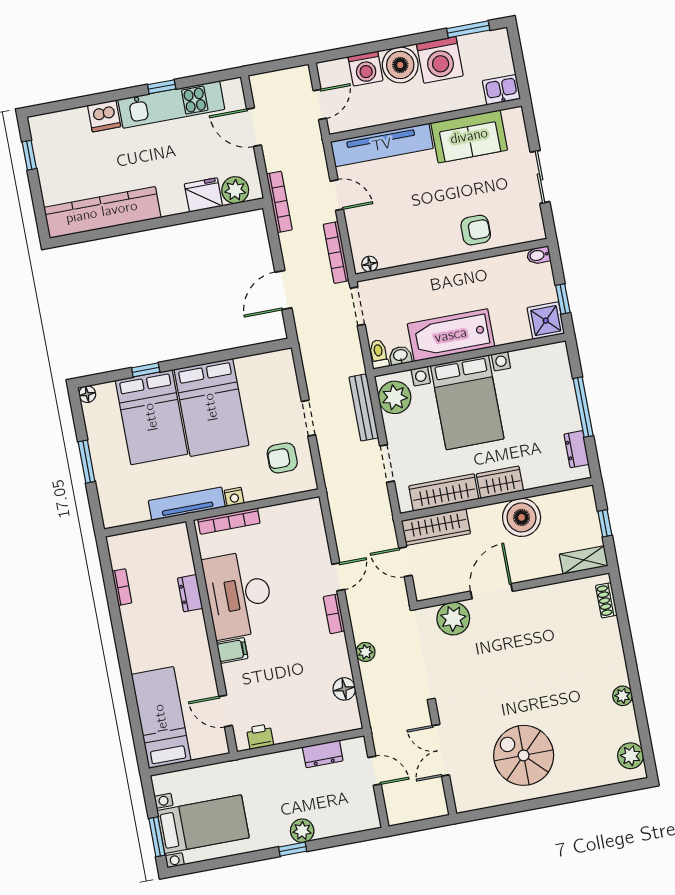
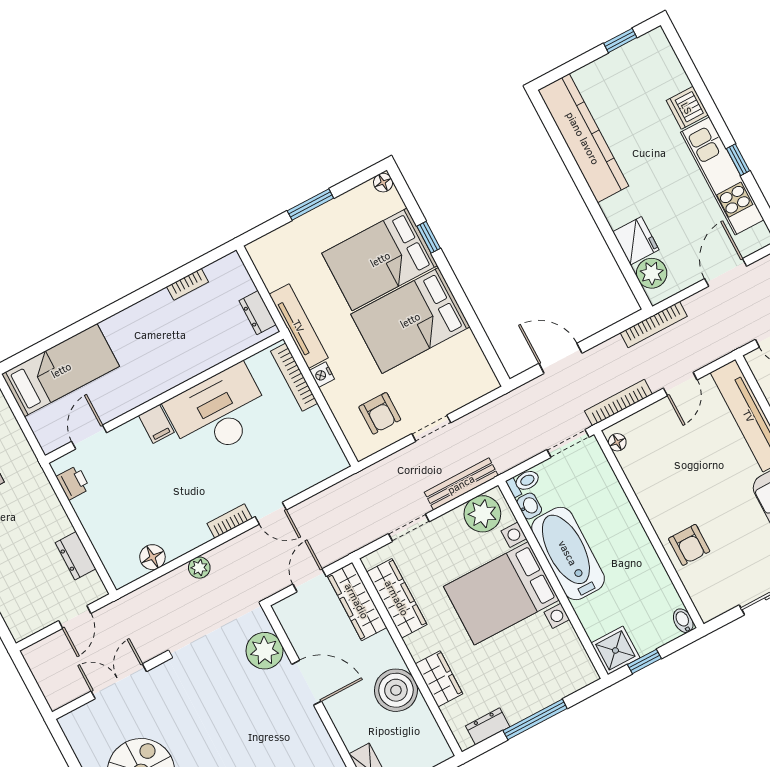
armchair: (282, 458) -> (380, 413), turned 180
wardrobe: (500, 482) -> (439, 679), moved
dresser: (190, 593) -> (258, 313), moved, turned -90

